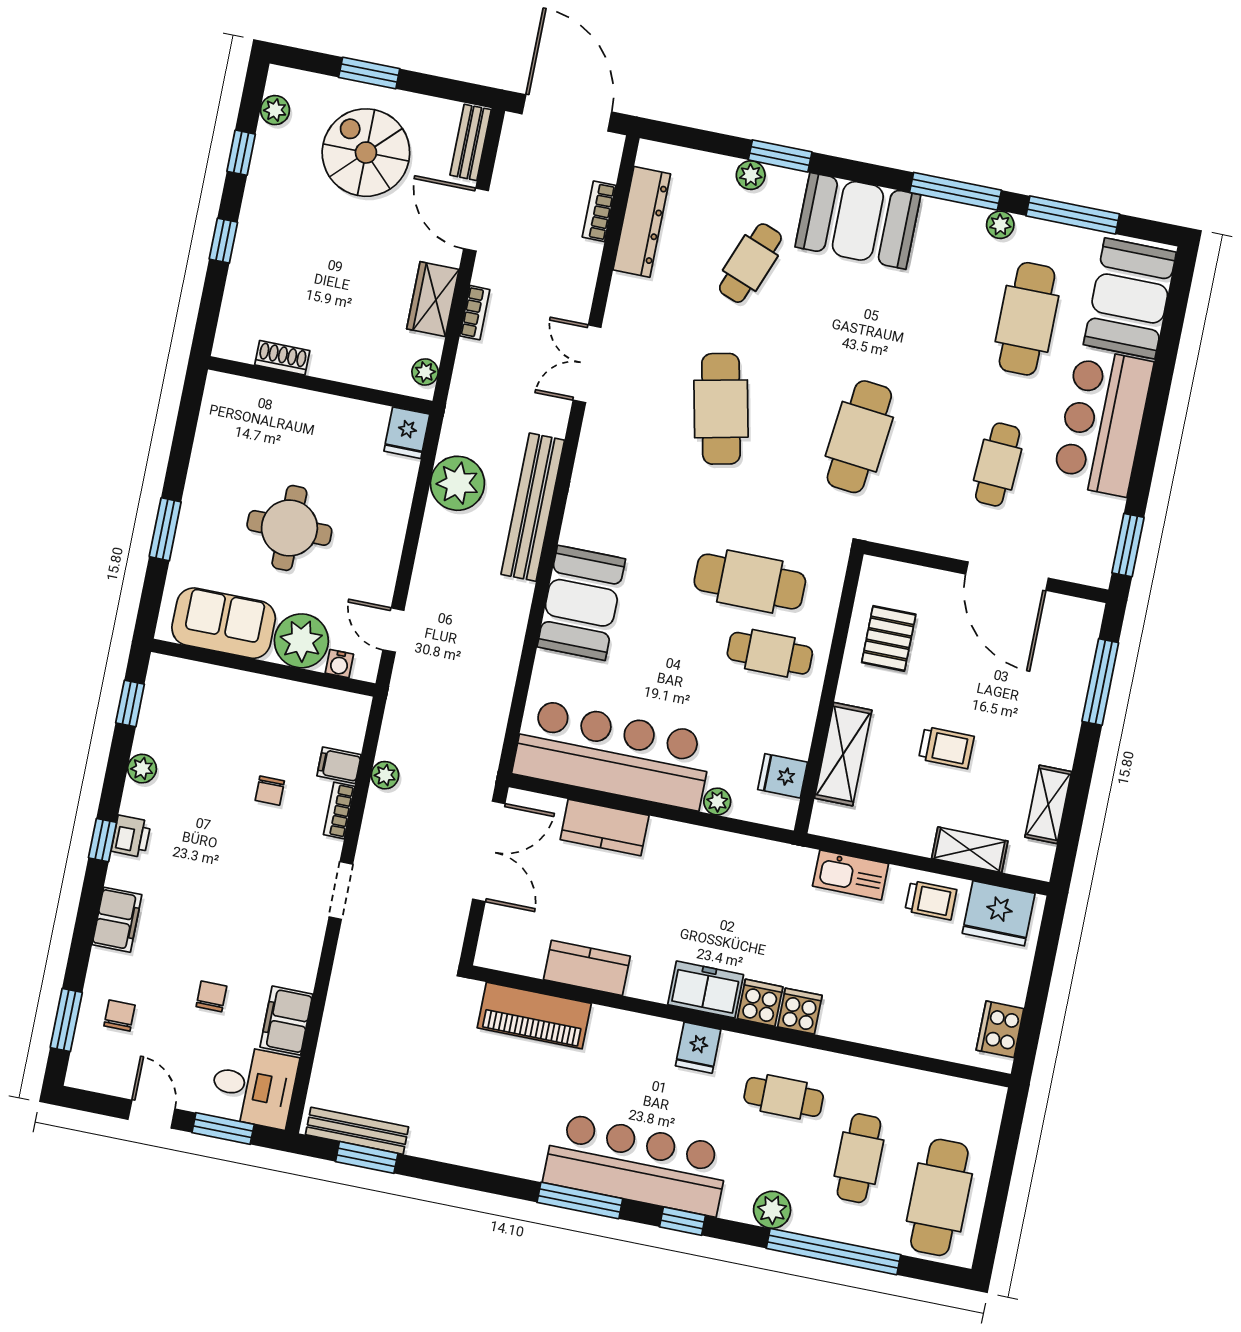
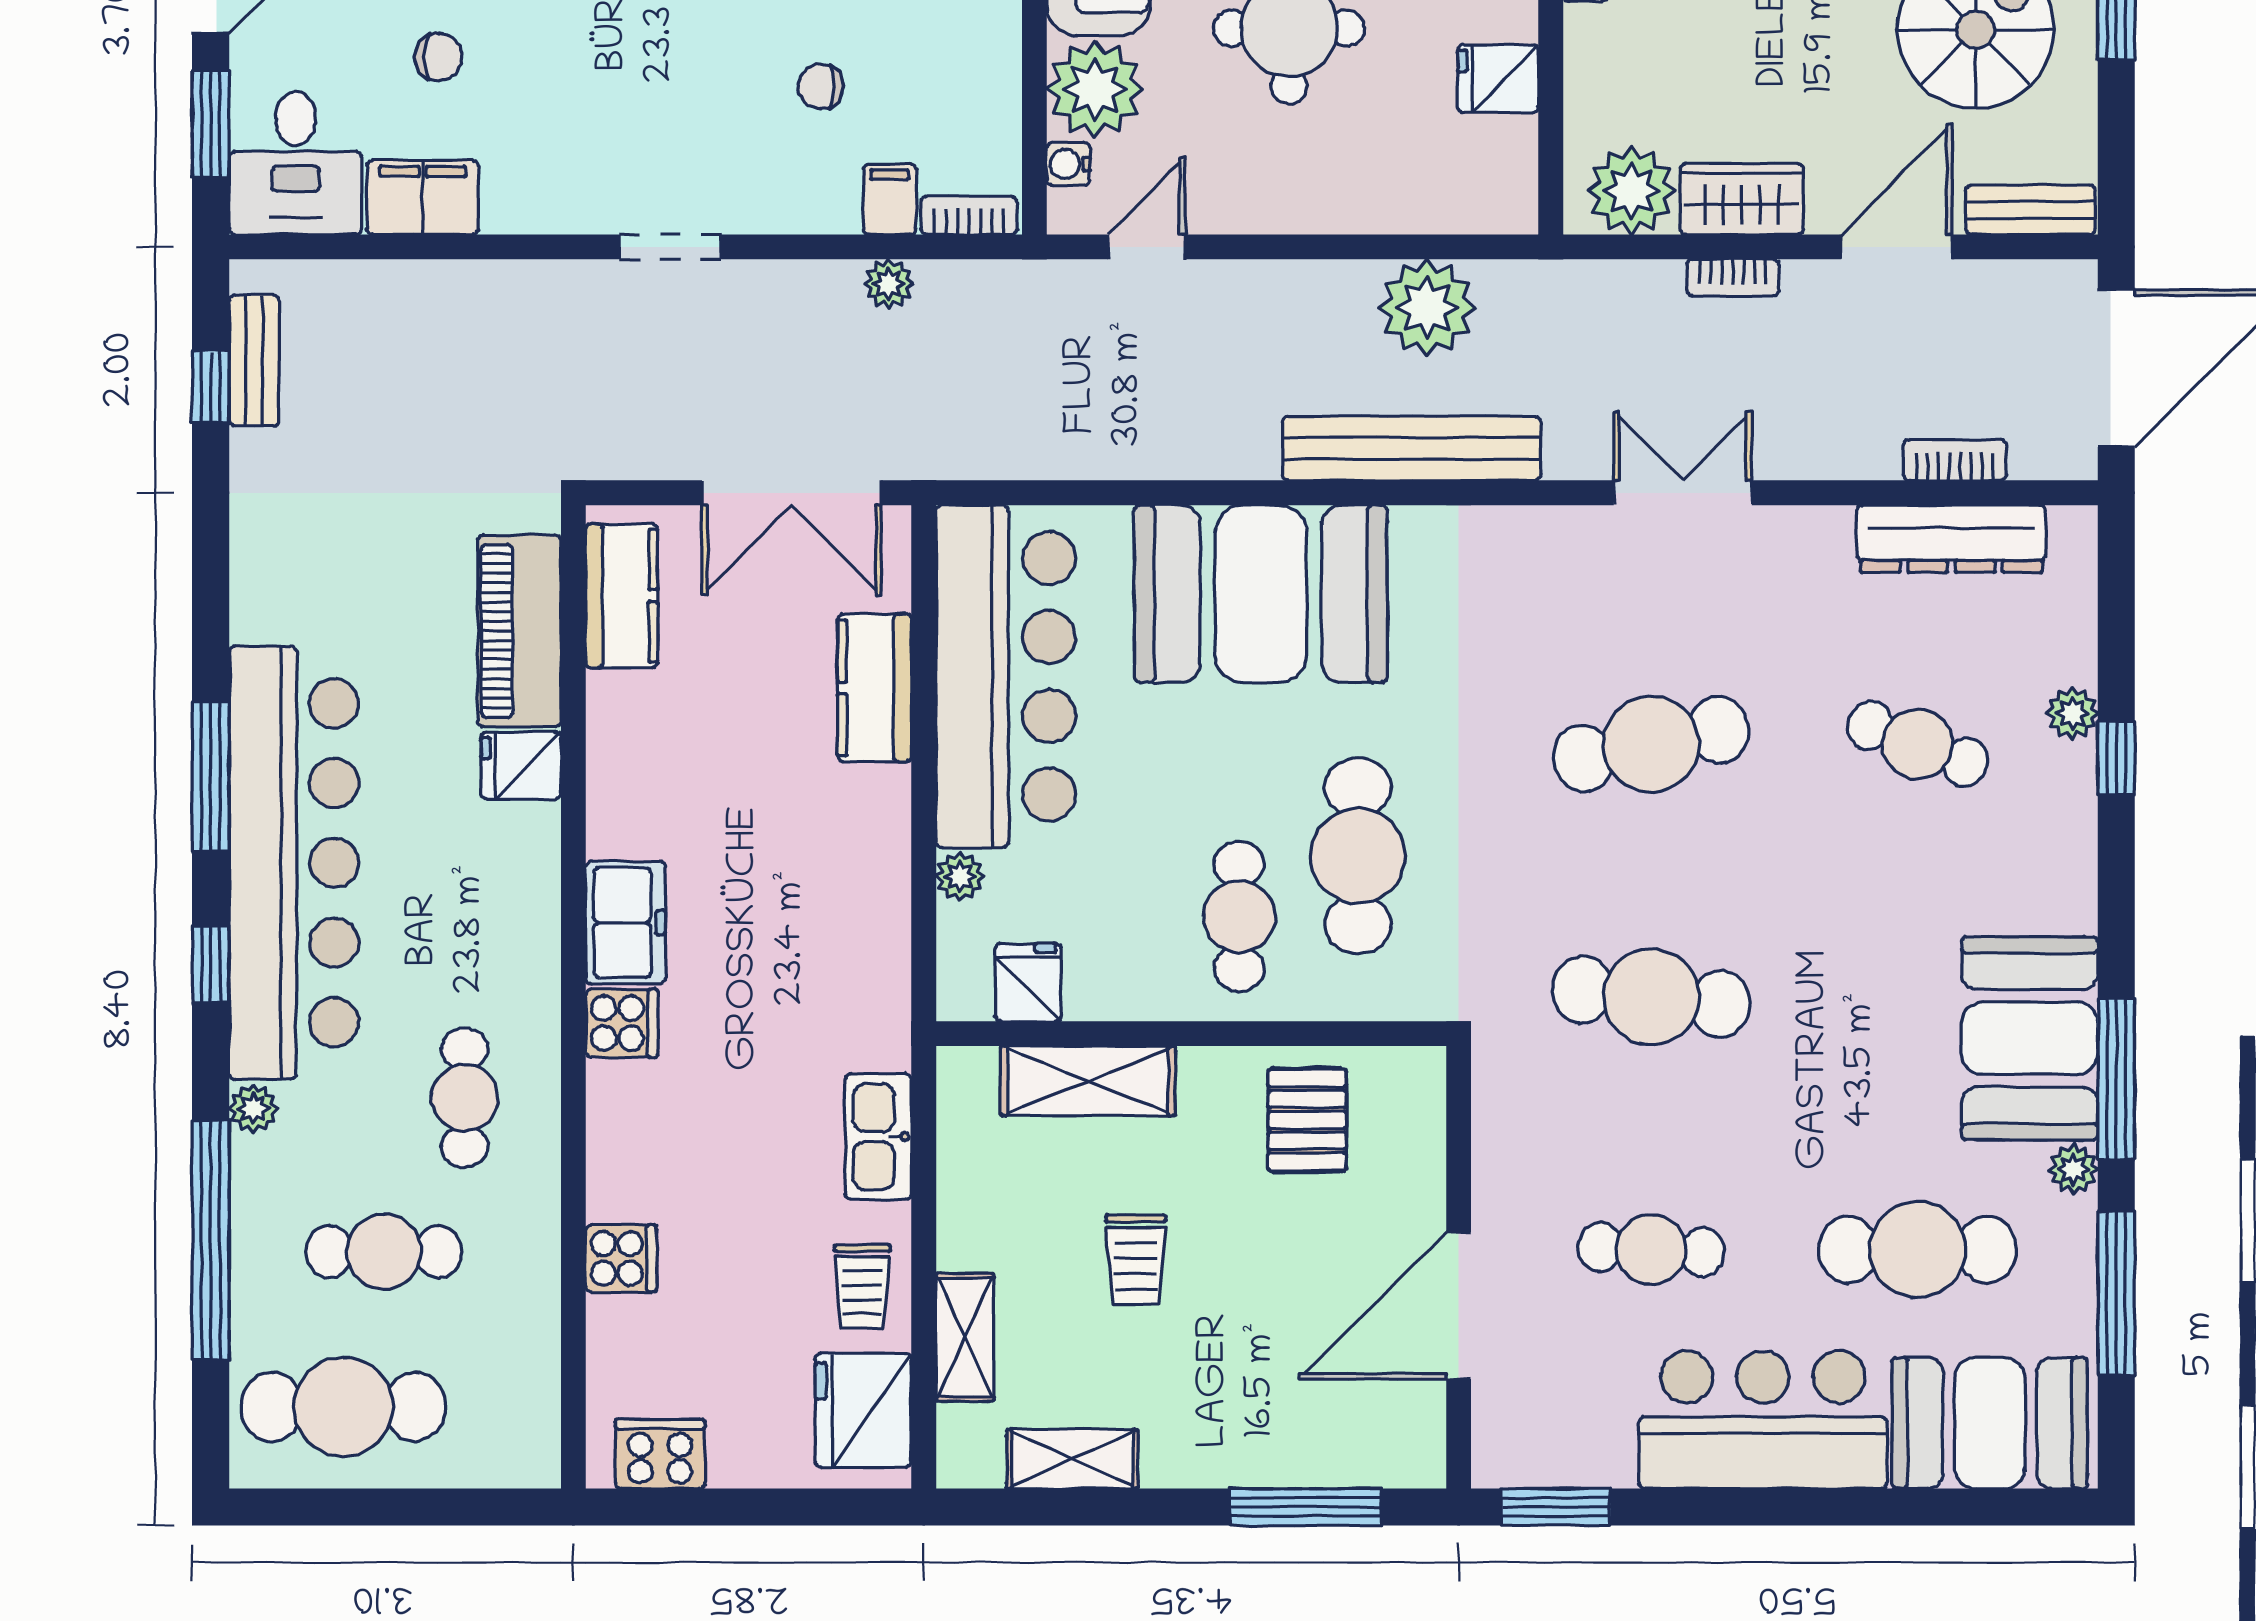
window: (780, 156) -> (2116, 758), width x0.67
booth: (858, 221) -> (2030, 1038), moved
plant: (425, 372) -> (1631, 191), width x1.88, depth x1.88
fridge: (407, 433) -> (1498, 78), moved
booth: (581, 603) -> (1261, 594), width x1.36, depth x1.42
pallet: (889, 638) -> (1307, 1120), turned 90
bookcase: (339, 810) -> (969, 215), moved
kitchen counter: (587, 968) -> (622, 596), moved
cooker: (800, 1011) -> (621, 1258), moved
fridge: (698, 1048) -> (521, 766), moved
bench: (357, 1131) -> (254, 360), width x0.73
window: (367, 1157) -> (211, 387), width x0.67
bar counter: (636, 1164) -> (294, 863), width x1.36
plant: (772, 1210) -> (253, 1108), width x0.73, depth x0.73

